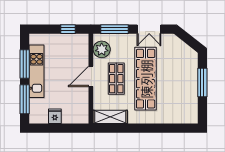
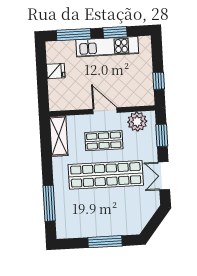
window: (115, 29) -> (162, 135), width x0.69
window: (25, 64) -> (115, 32), width x0.69
window: (167, 128) -> (49, 203), added

